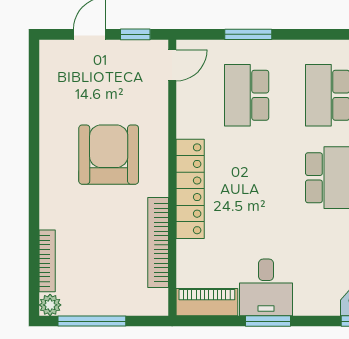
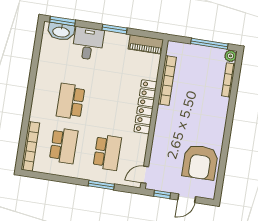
armchair: (109, 155) -> (200, 162), moved
desk: (266, 287) -> (88, 44), moved

